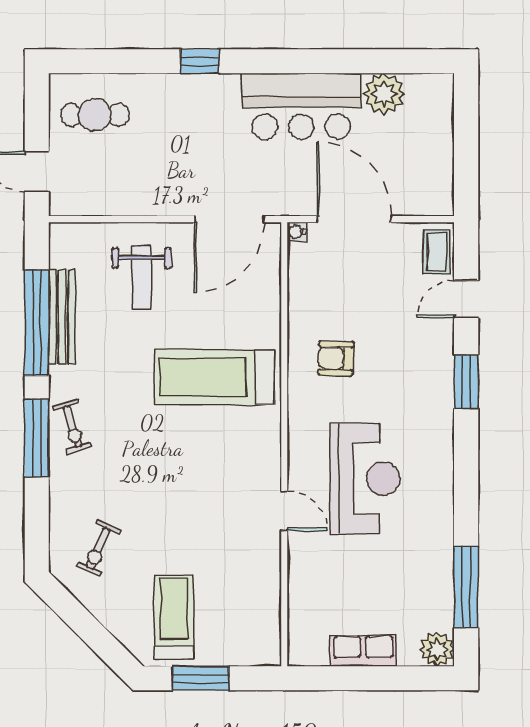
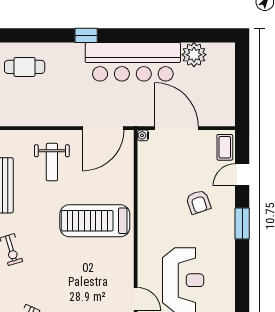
bar counter: (301, 106) -> (133, 62), width x1.36
armchair: (336, 358) -> (198, 202), moved, turned -111

